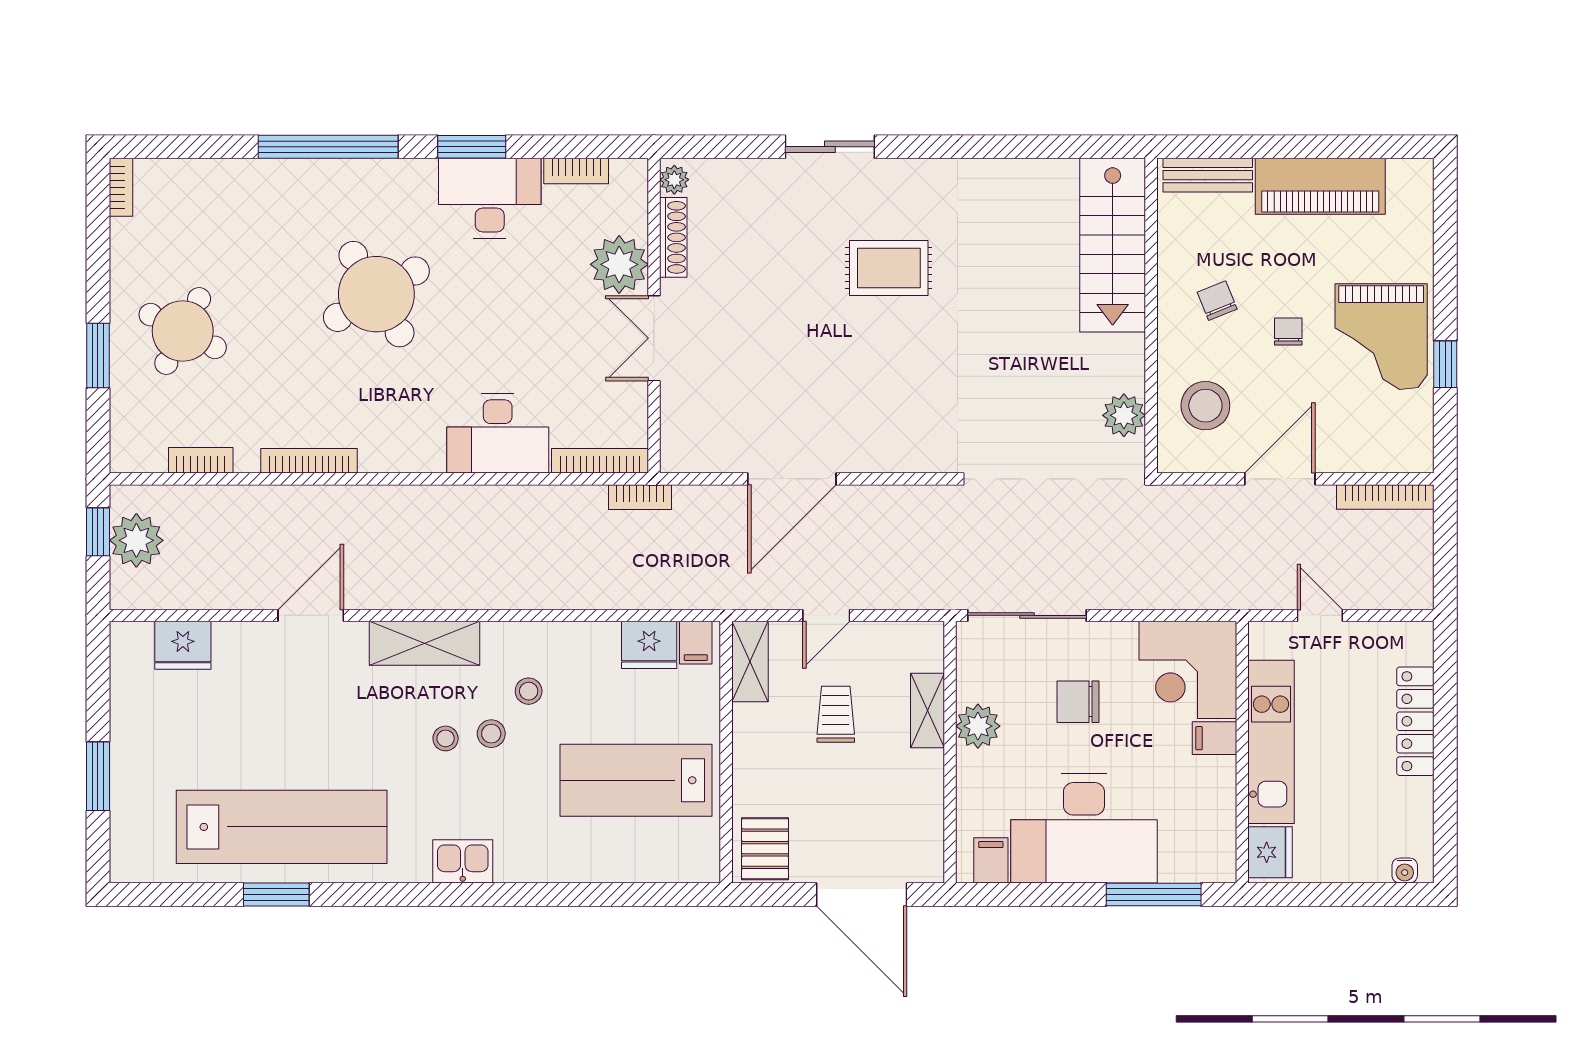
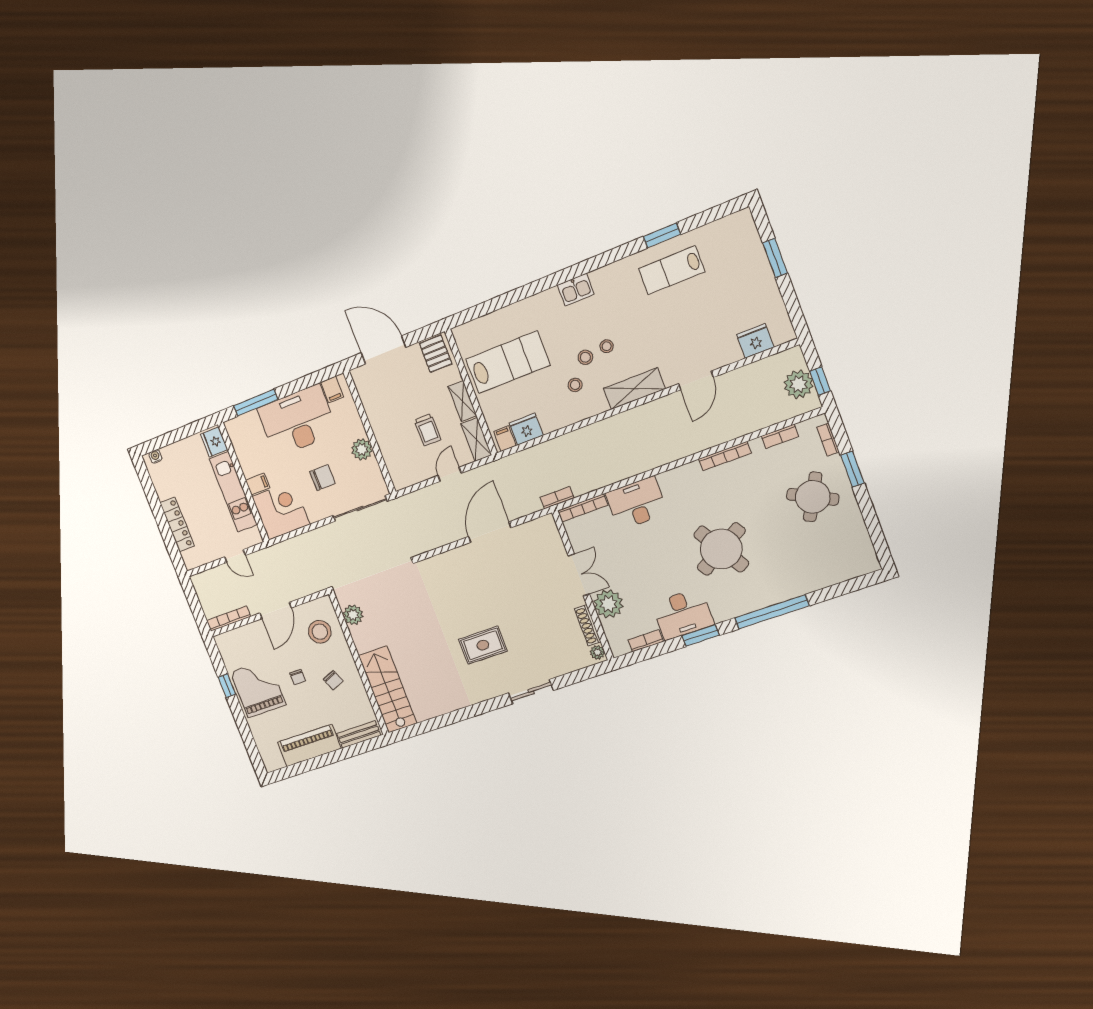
bookcase: (121, 187) -> (828, 440), moved
shelving: (928, 711) -> (462, 401), moved
lab bench: (282, 827) -> (672, 270), width x0.54, depth x0.72

